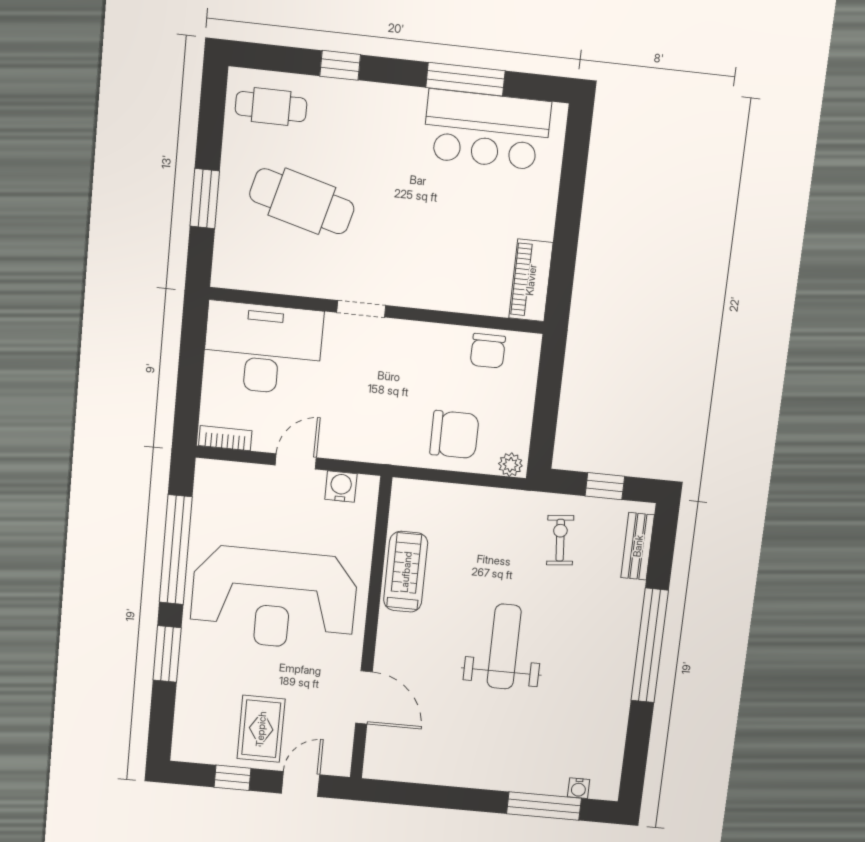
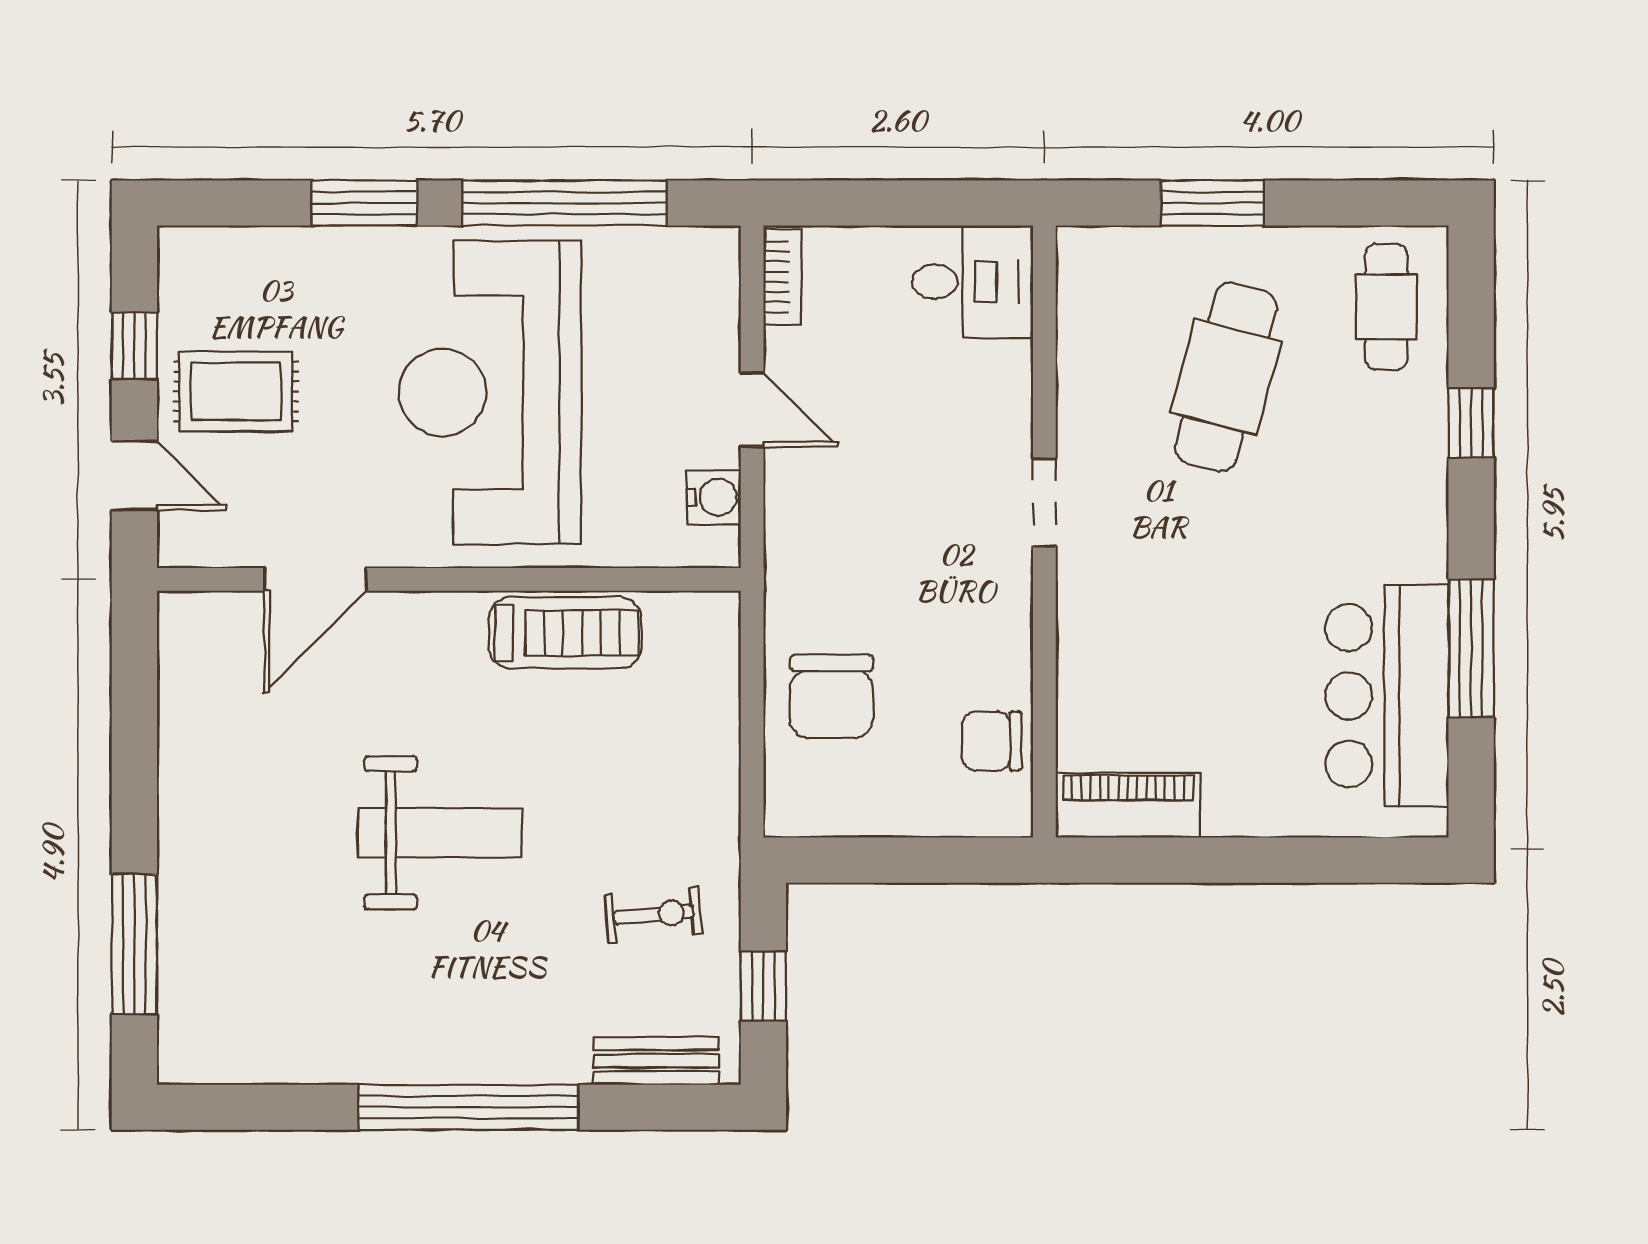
desk: (263, 348) -> (972, 282), width x0.53, depth x0.77
plant: (510, 465) -> (786, 806), removed
water cooler: (579, 788) -> (176, 1006), removed

